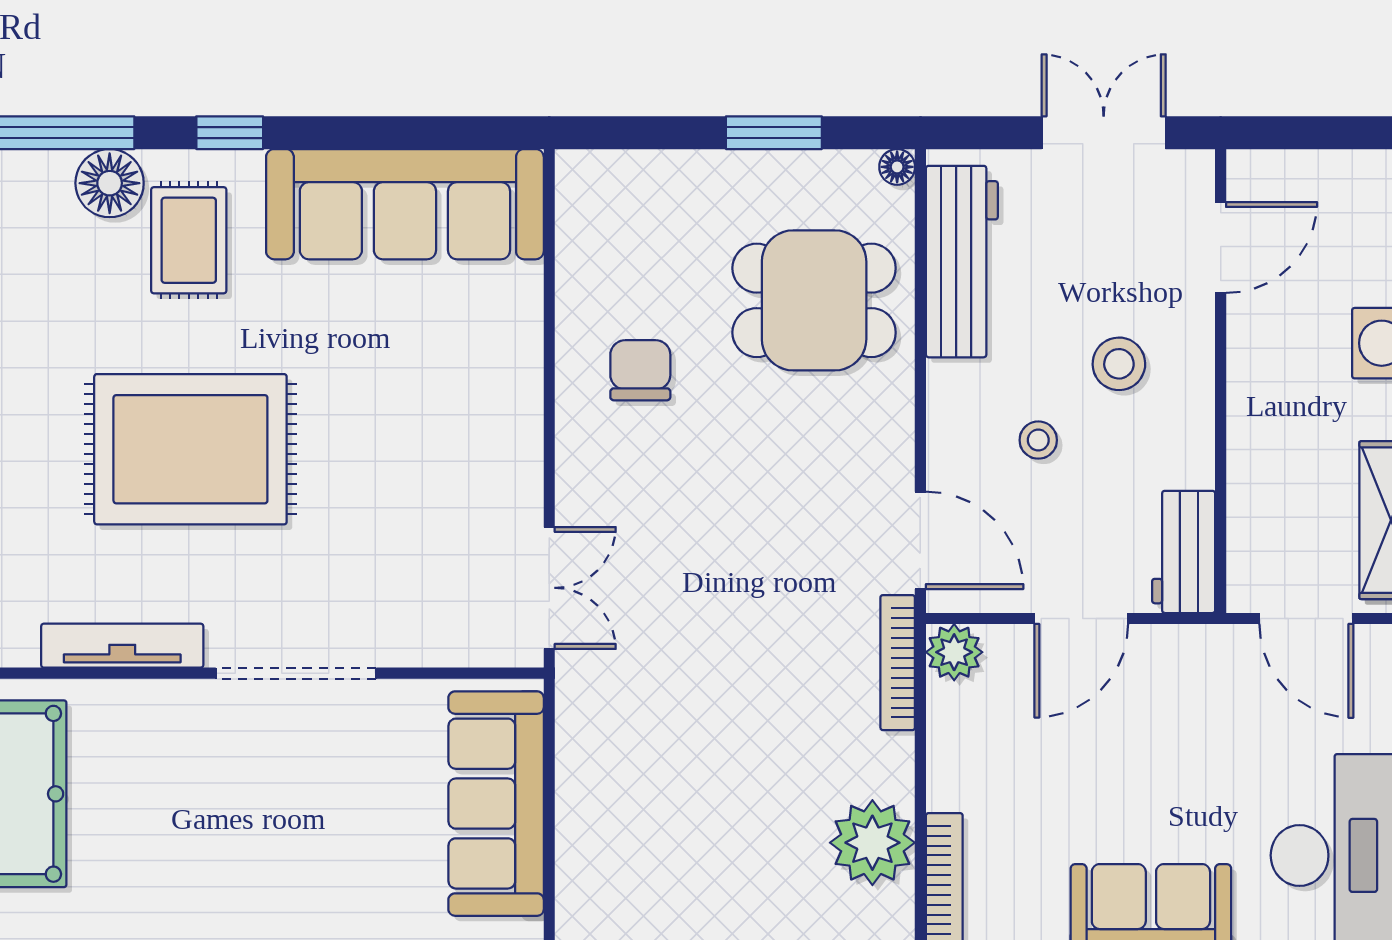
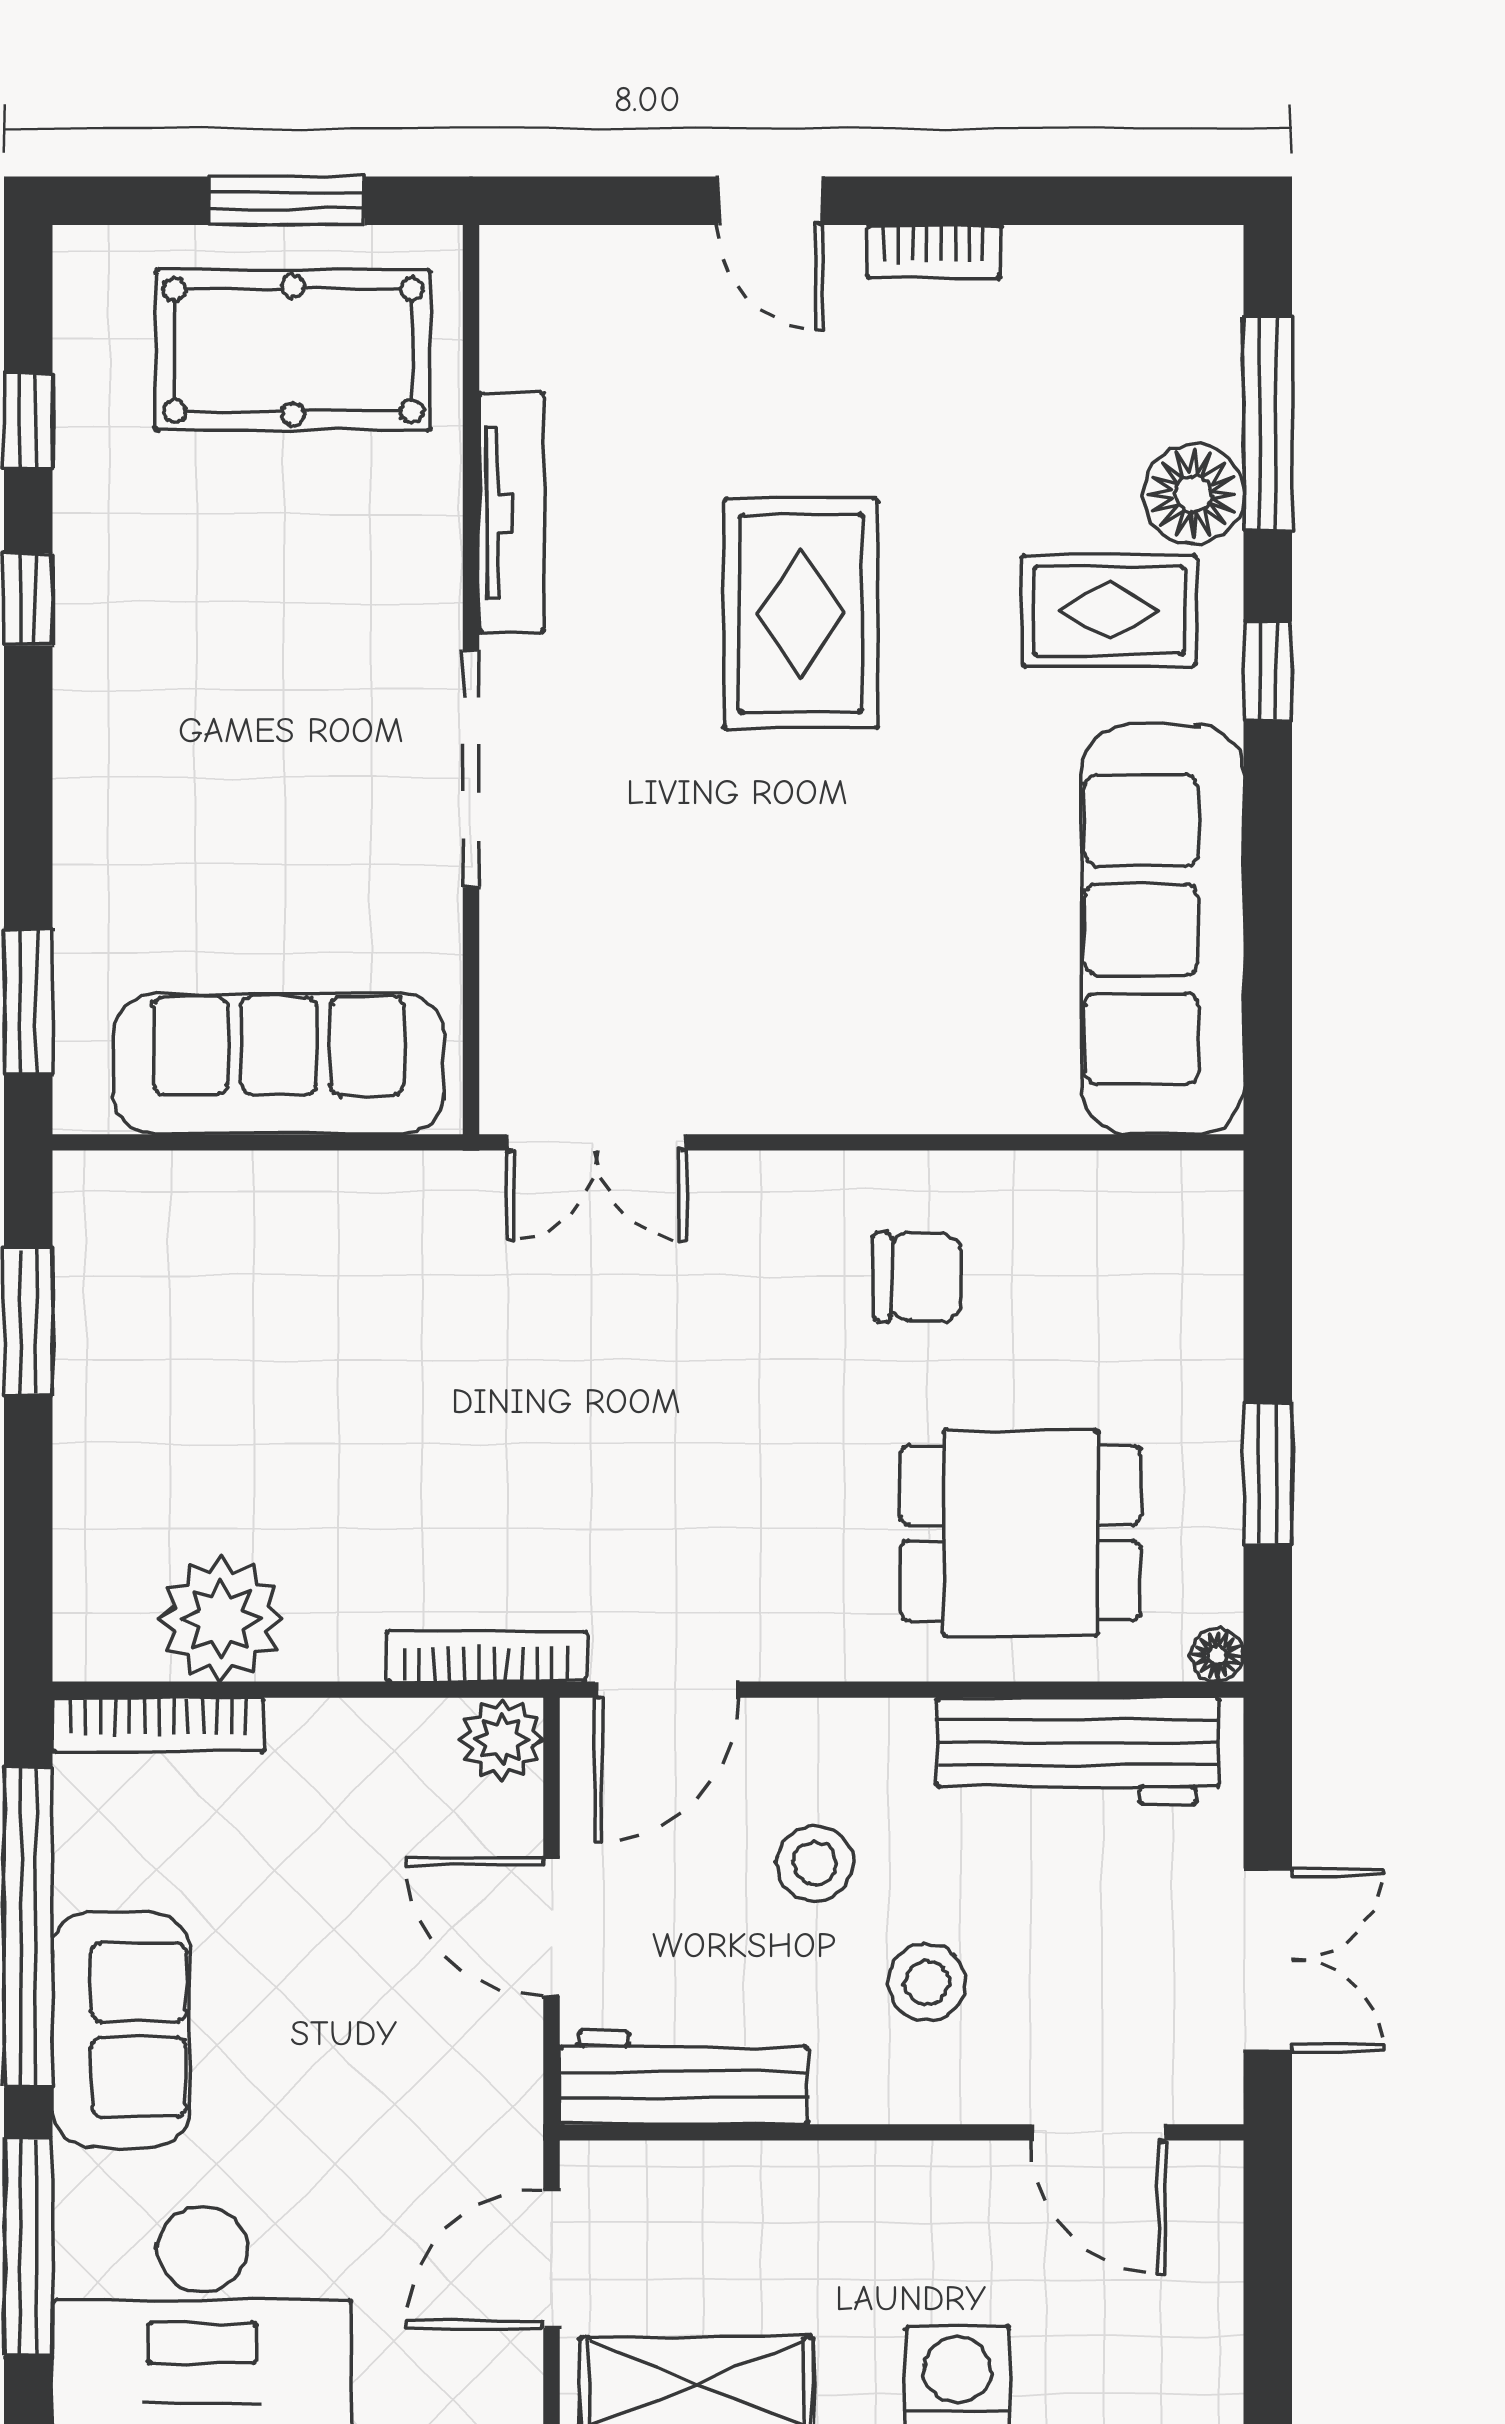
dining table: (814, 300) -> (1021, 1533), turned 90
stool: (1038, 440) -> (815, 1863), width x1.37, depth x1.37
rug: (190, 449) -> (801, 613), width x0.73, depth x0.69
workbench: (1184, 552) -> (683, 2078), width x1.38

